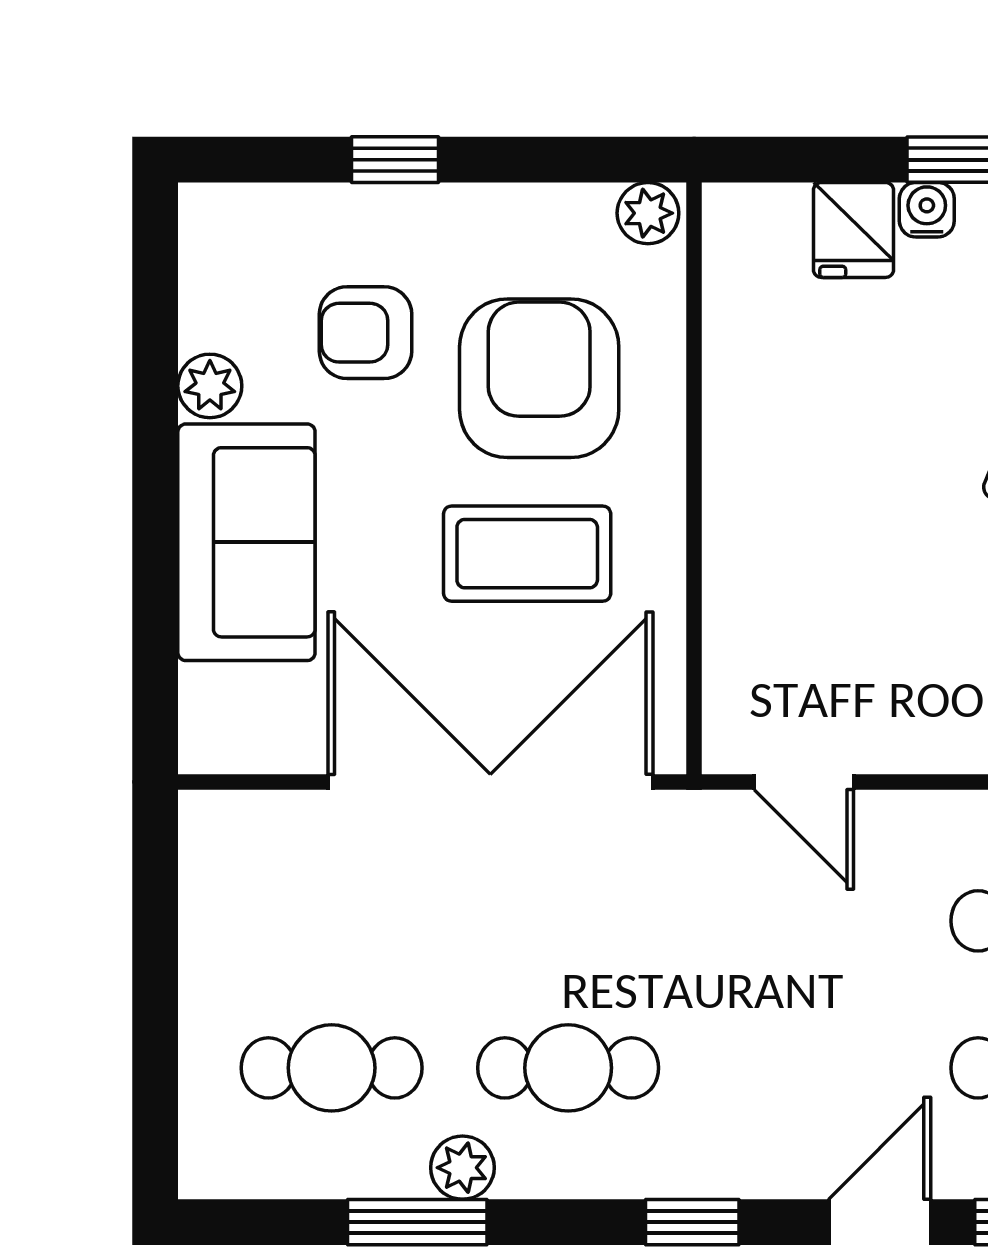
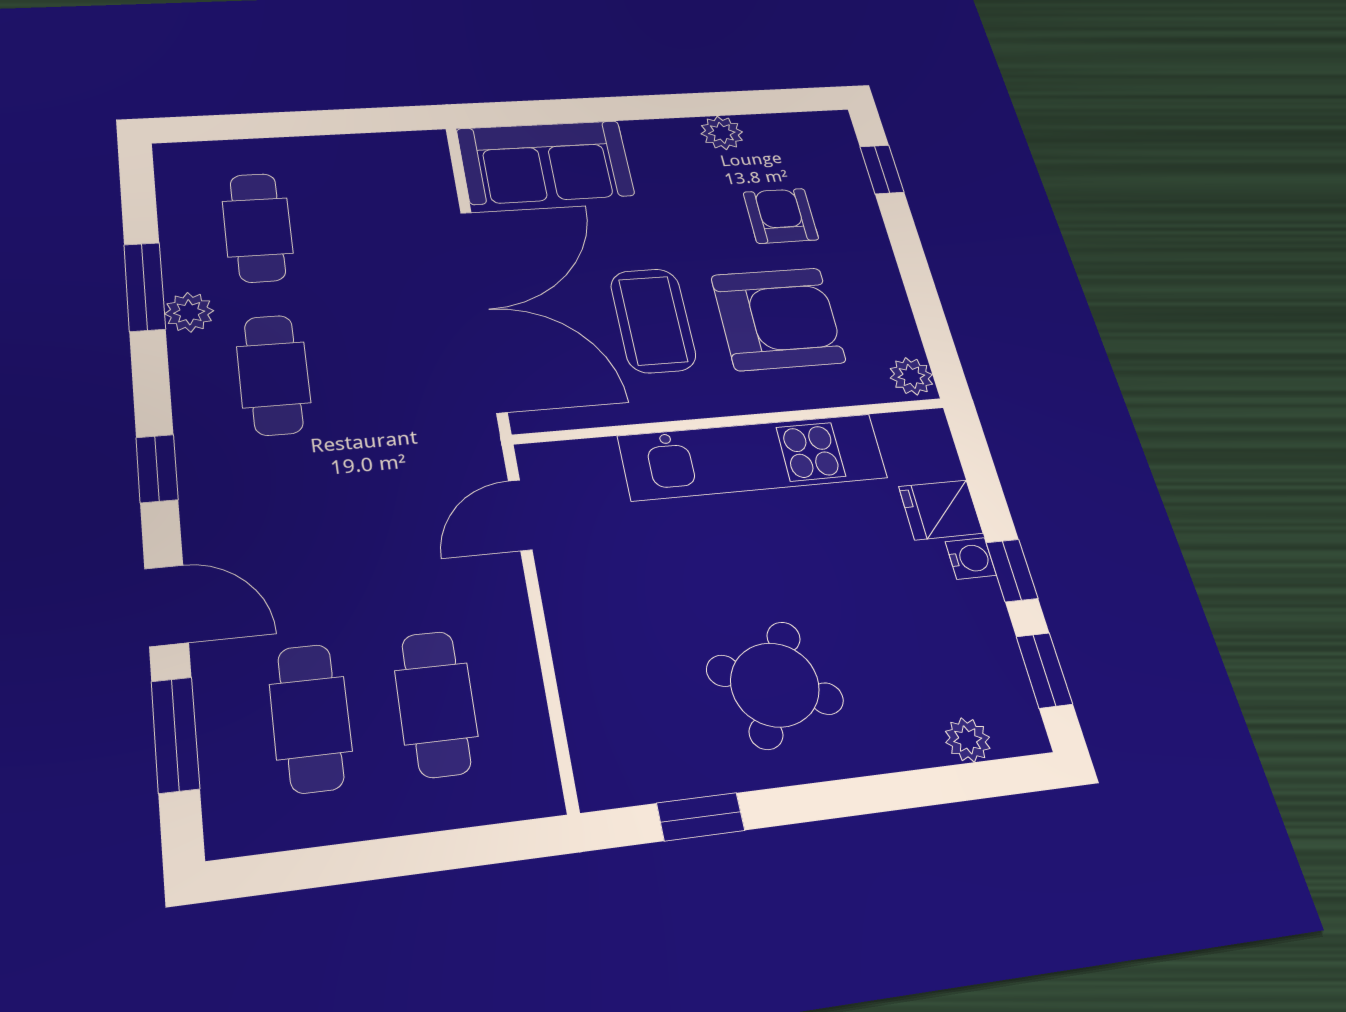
window: (395, 160) -> (882, 169), moved
kitchen unit: (751, 463) -> (753, 457), added
sofa: (246, 542) -> (545, 162), moved

